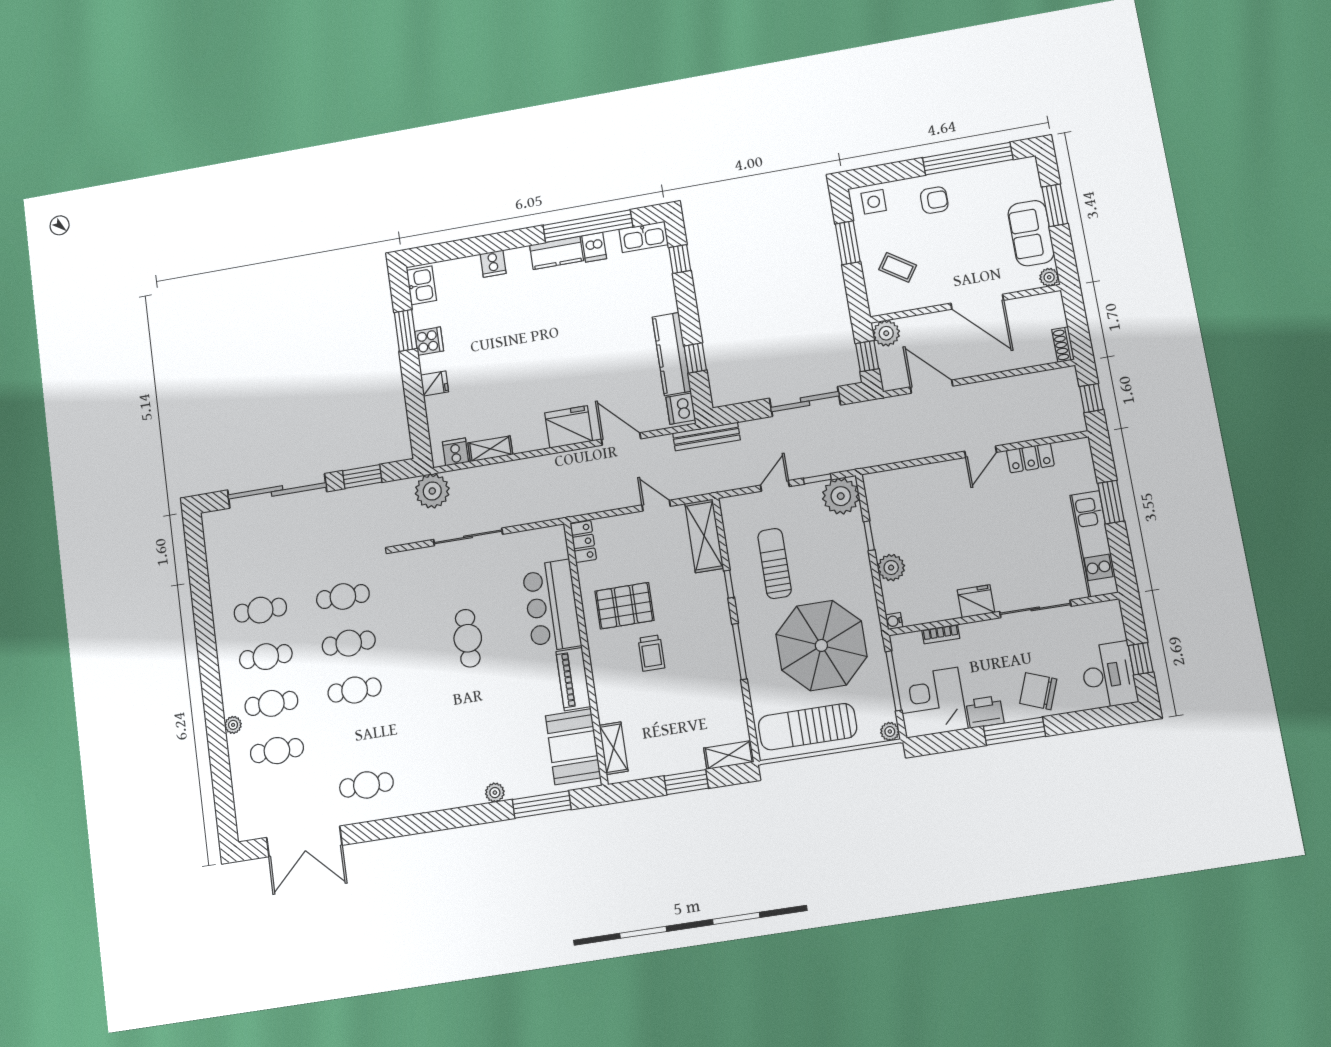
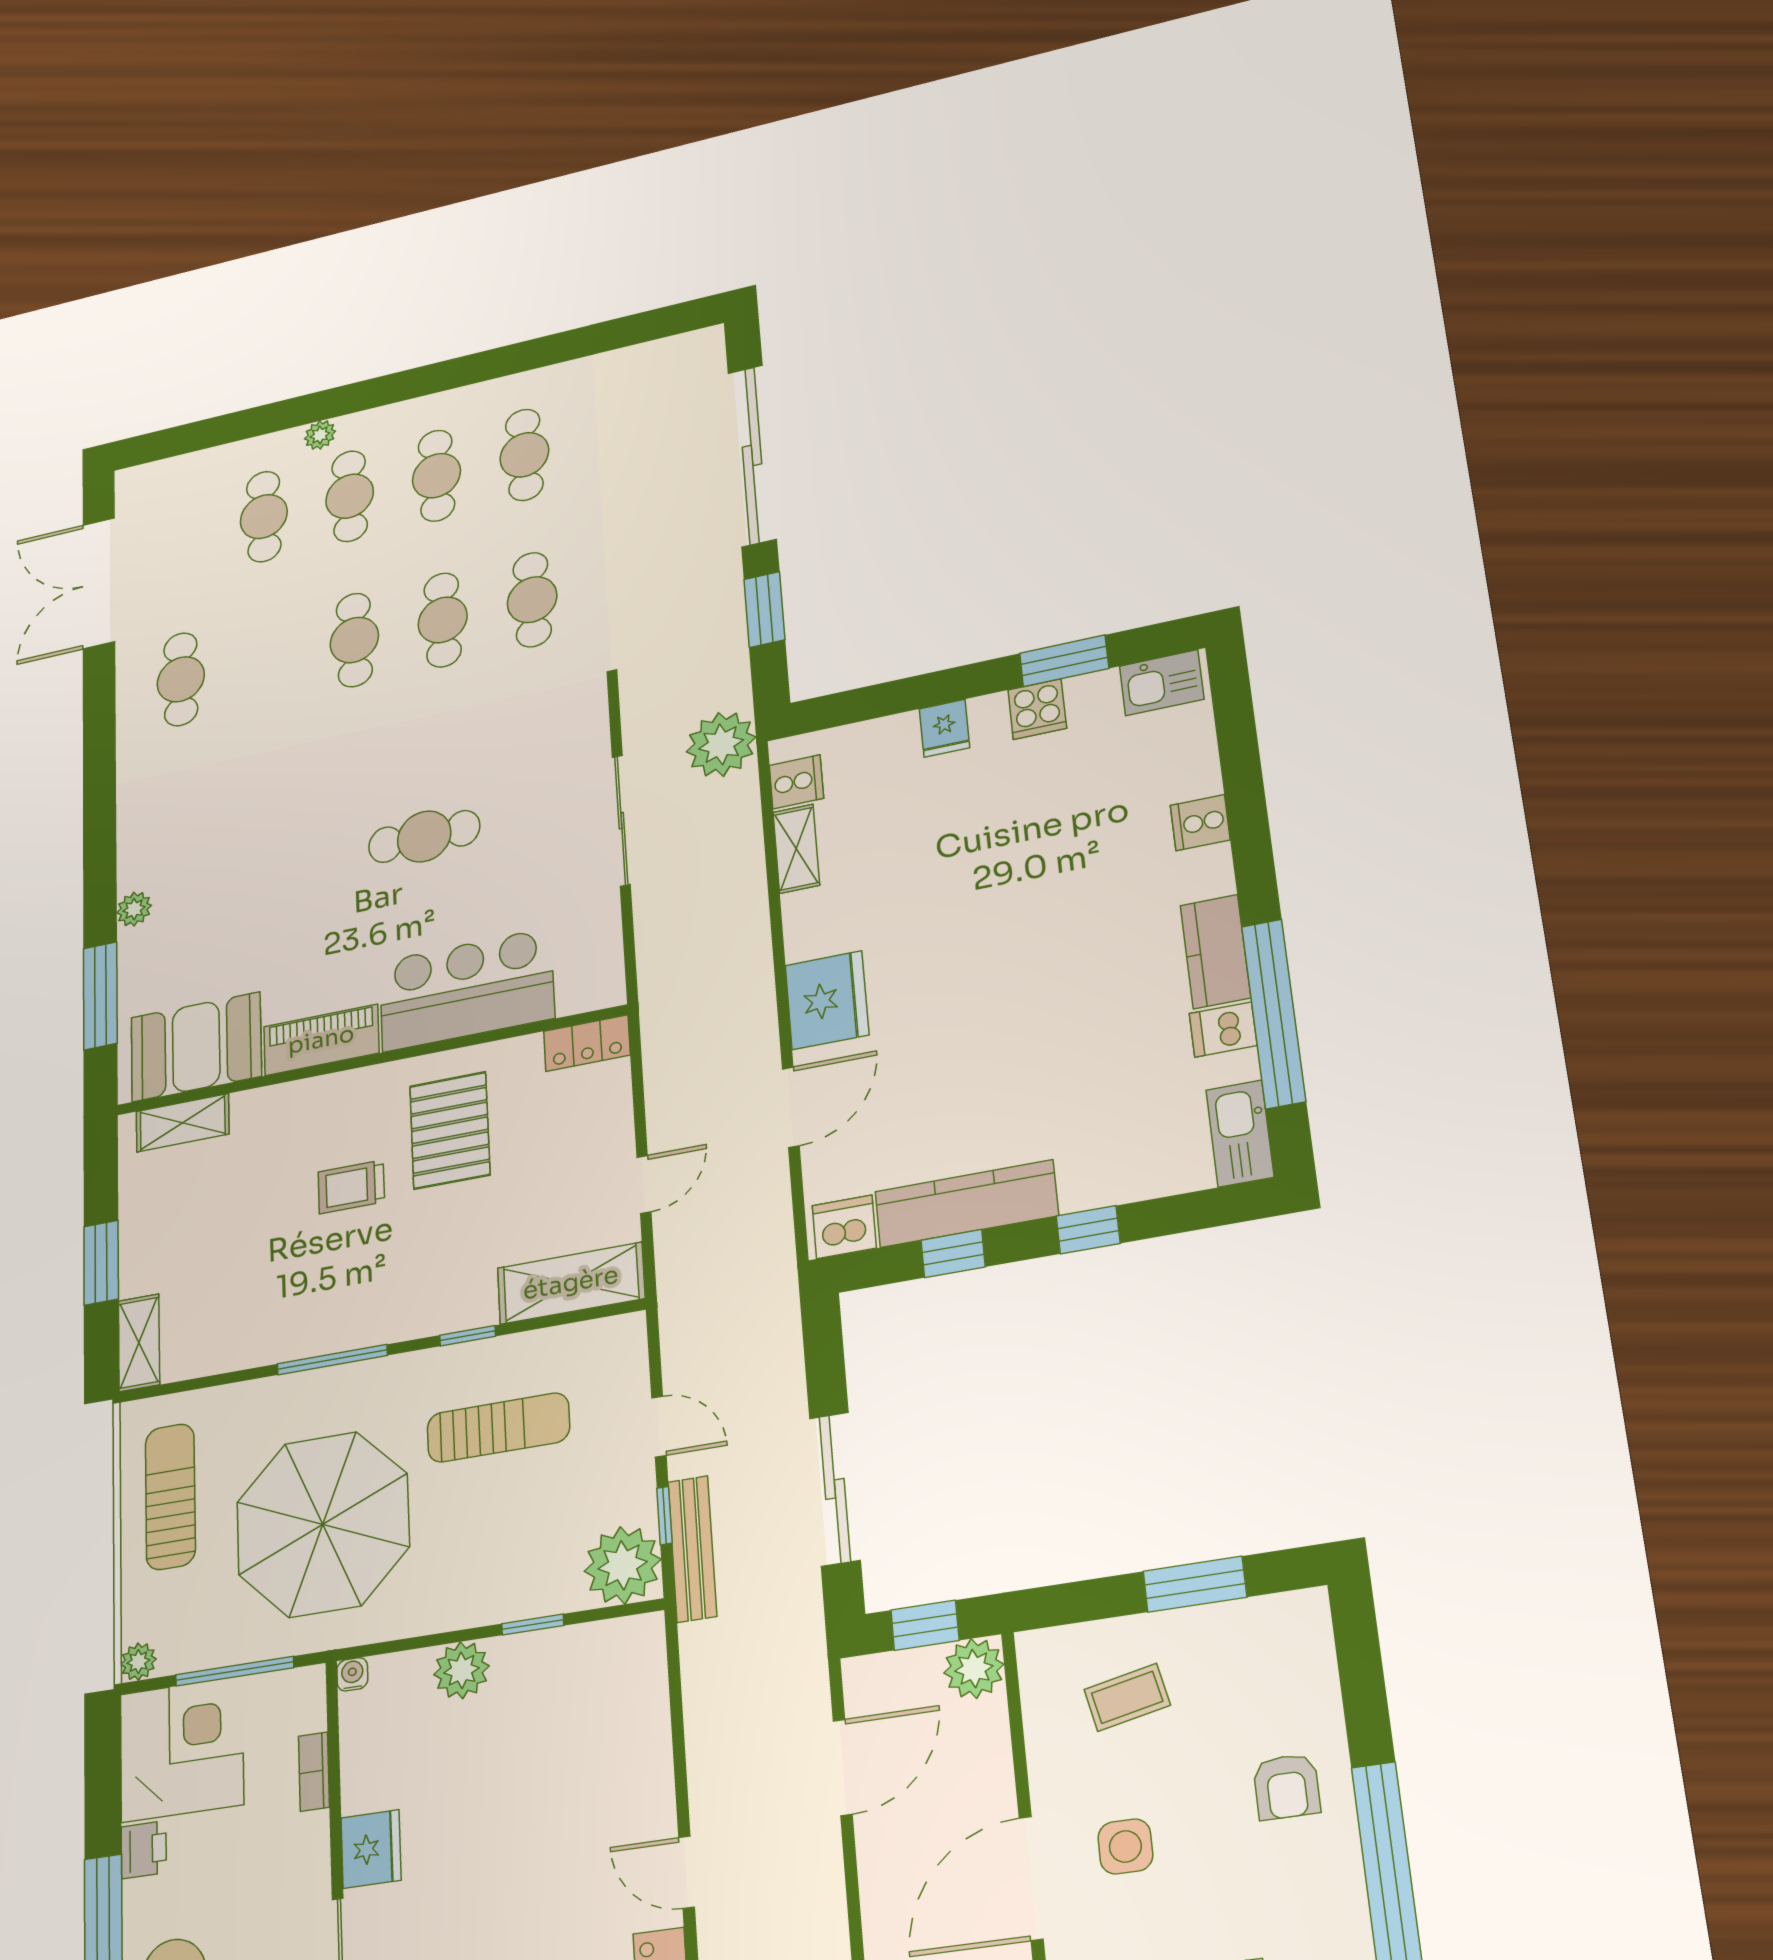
side table: (874, 202) -> (1125, 1846), moved
window: (680, 259) -> (1088, 1230), moved
coffee table: (898, 267) -> (1127, 1697), turned 44
bench: (706, 436) -> (692, 1549), moved
printer: (985, 712) -> (144, 1850), width x0.73, depth x0.81
sun lounger: (808, 727) -> (170, 1497), width x0.73, depth x0.75

